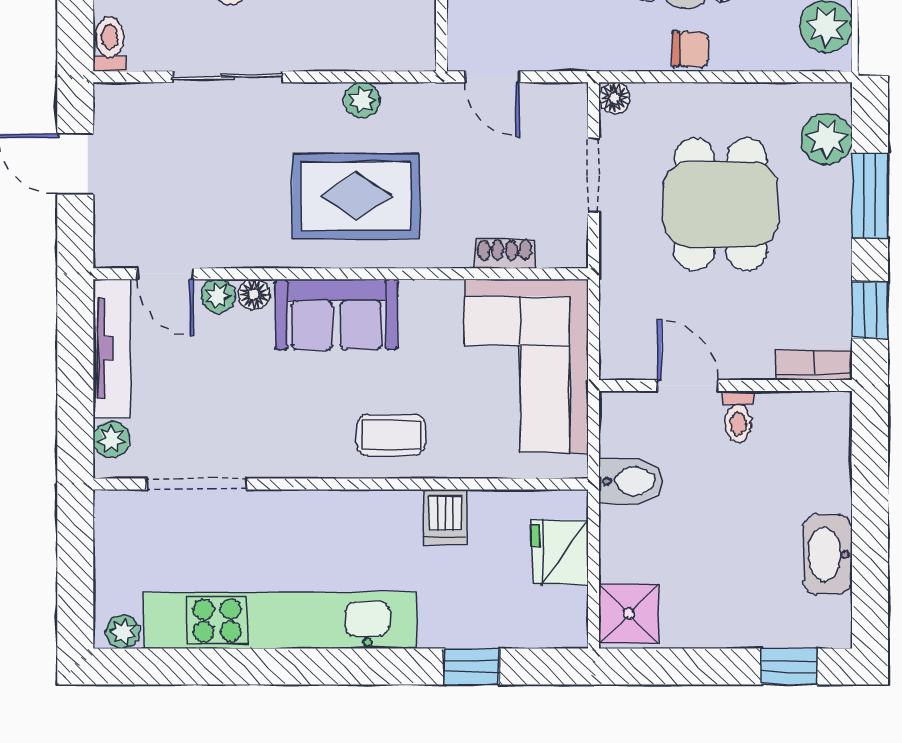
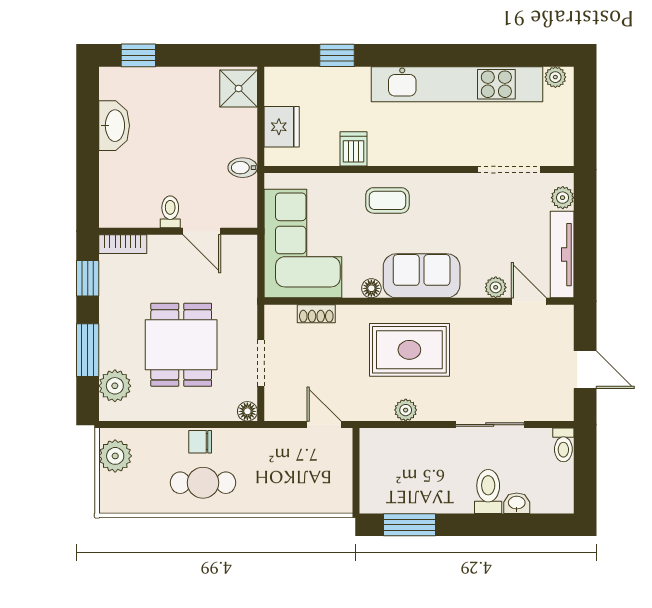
floor lamp: (254, 294) -> (371, 288), moved
bidet: (631, 481) -> (243, 168), width x0.72, depth x0.74

